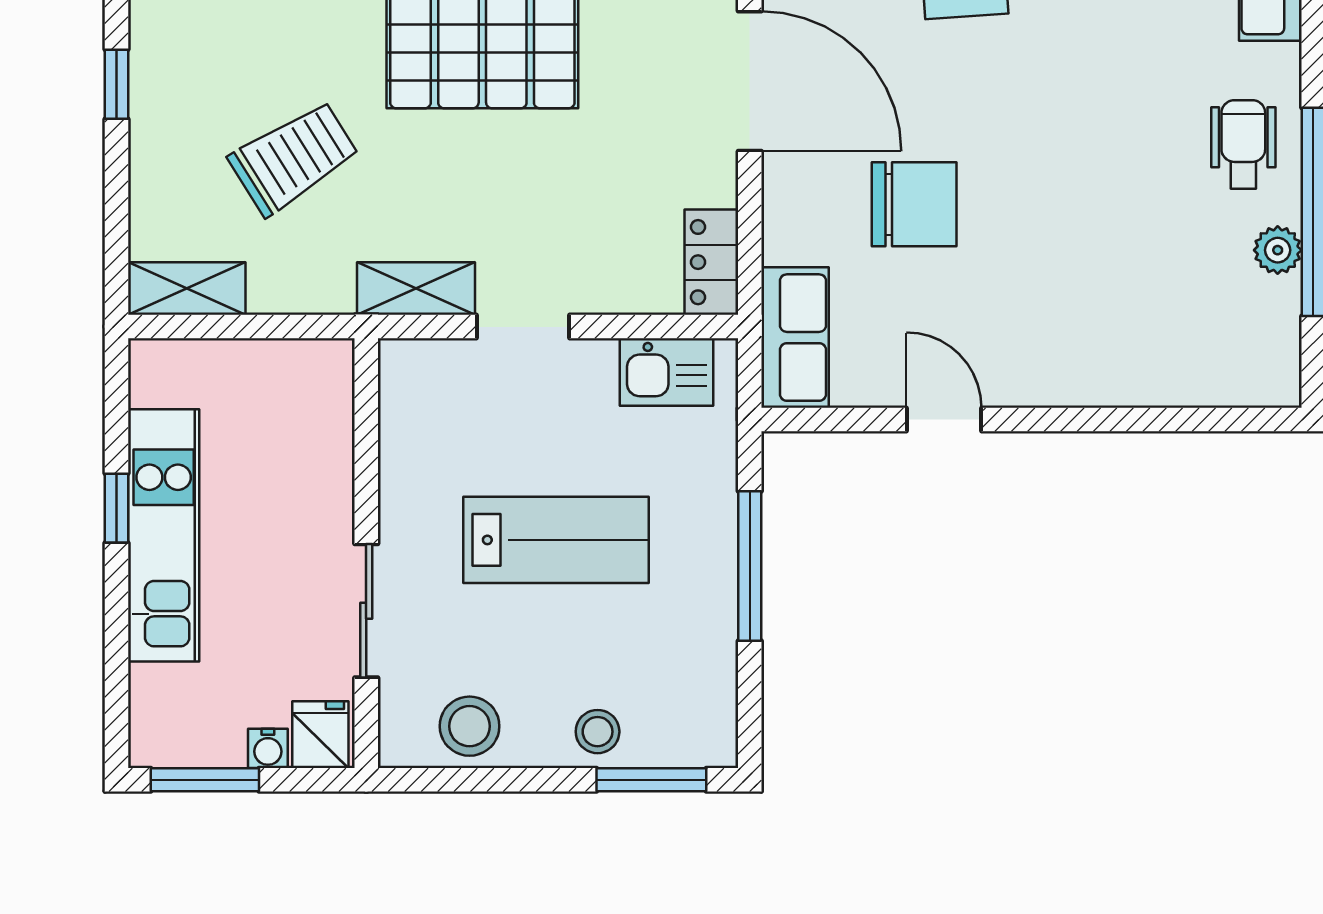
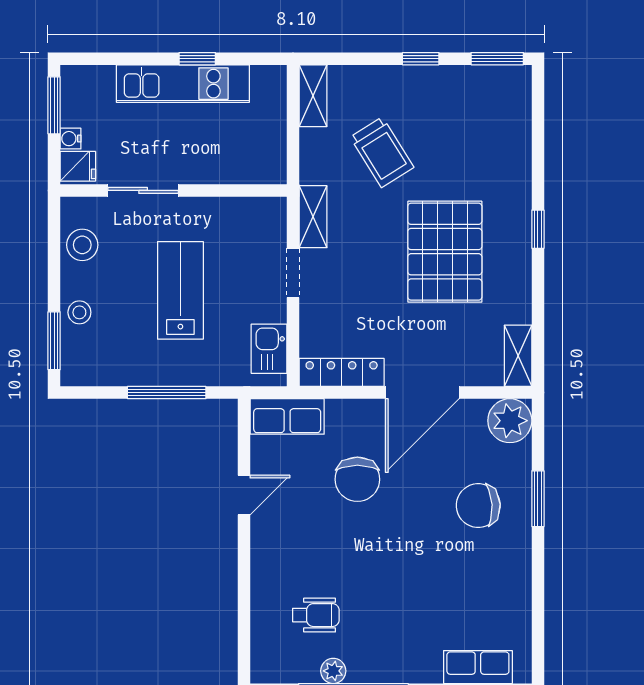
wheelchair: (1243, 144) -> (316, 615), moved
locker: (711, 262) -> (342, 372), width x1.53
lab bench: (556, 540) -> (180, 290), turned 180

